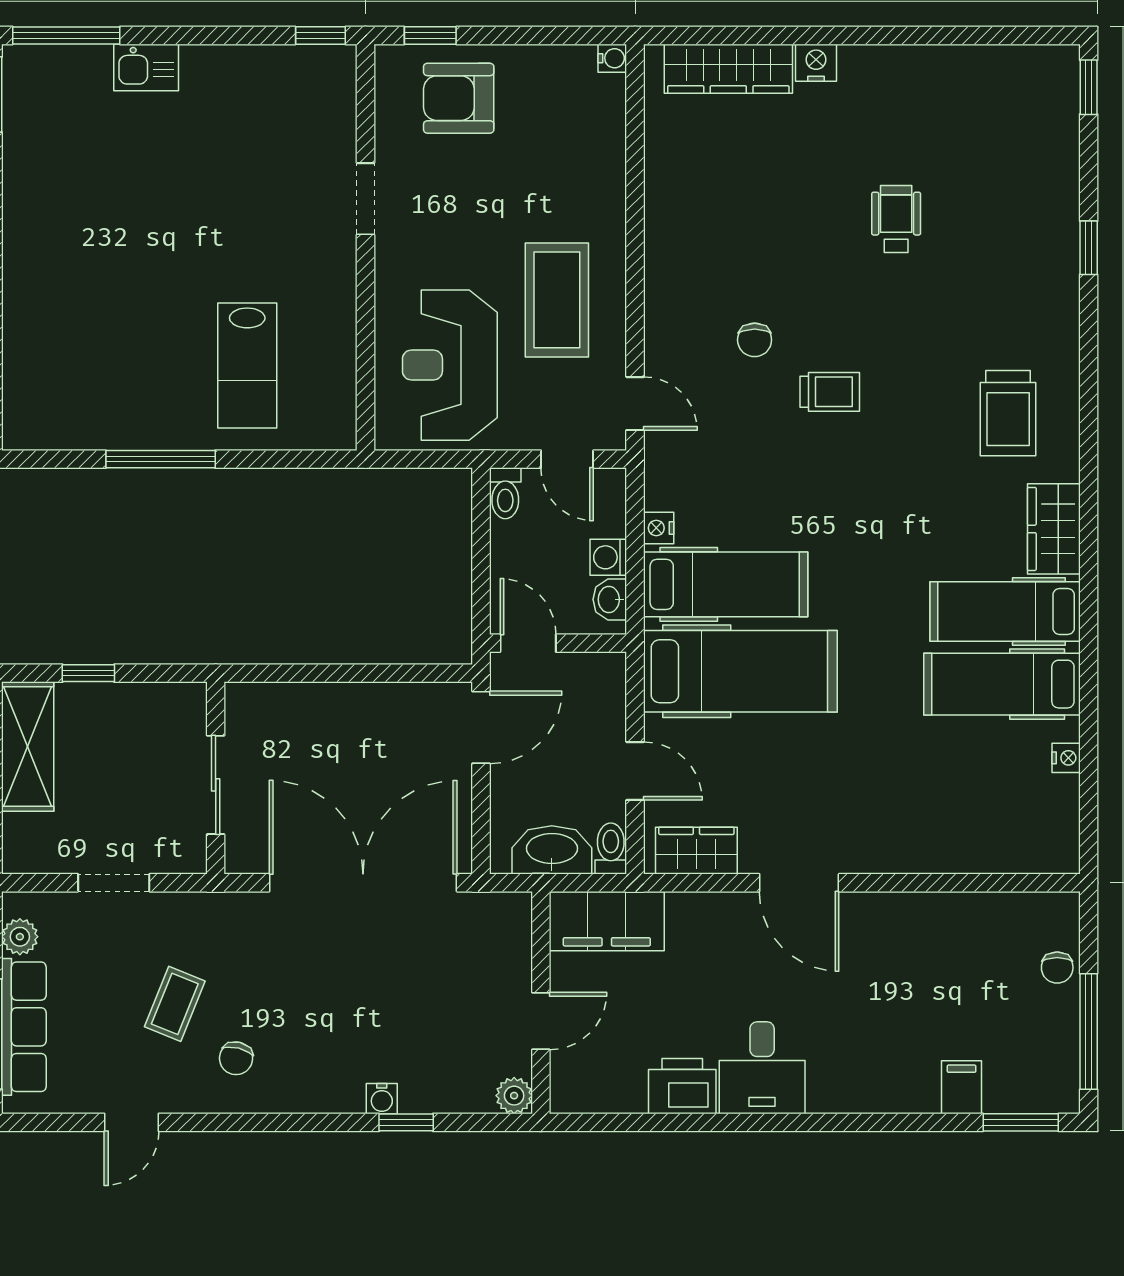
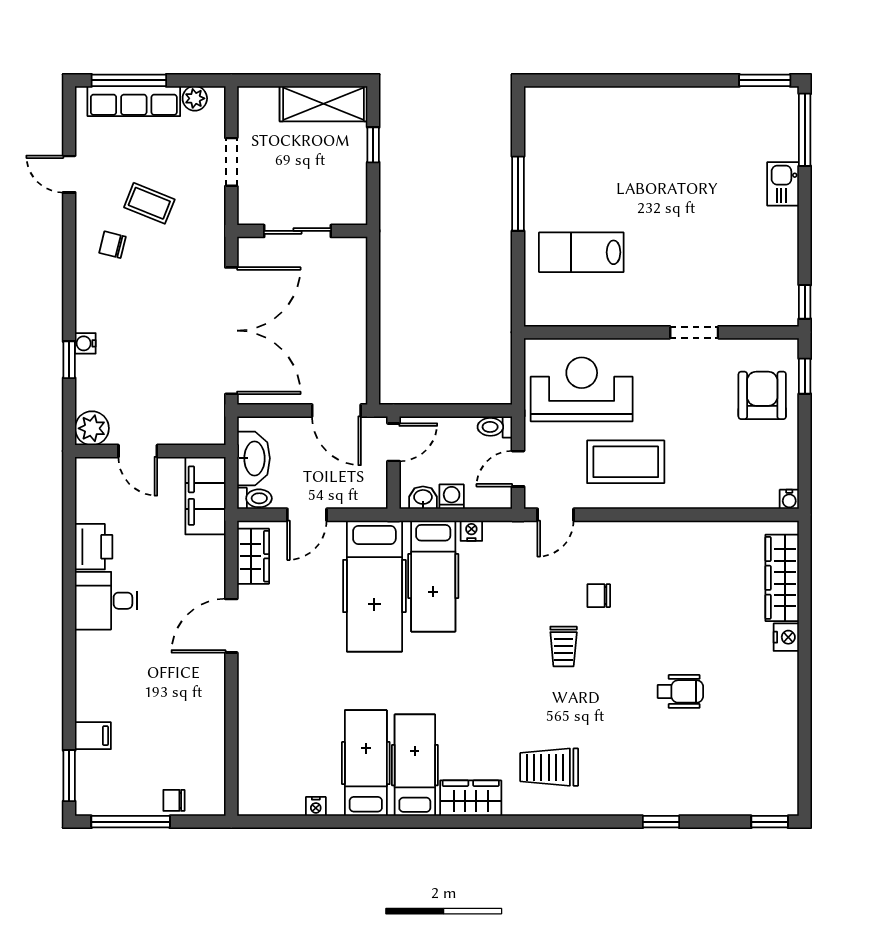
plant: (514, 1096) -> (92, 428), width x1.38, depth x1.38

